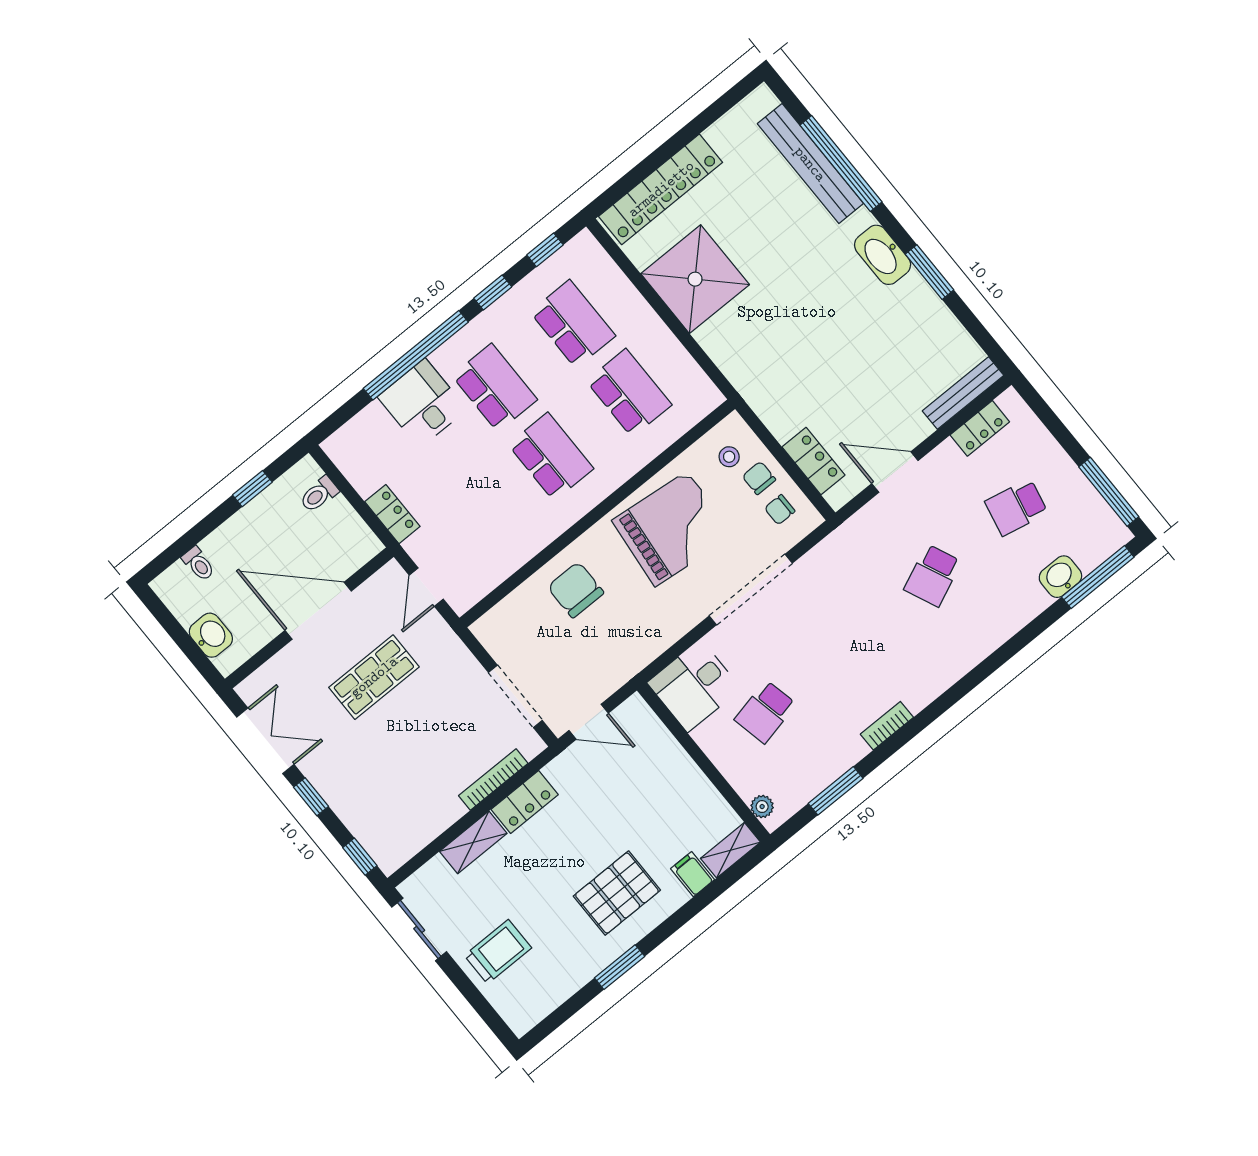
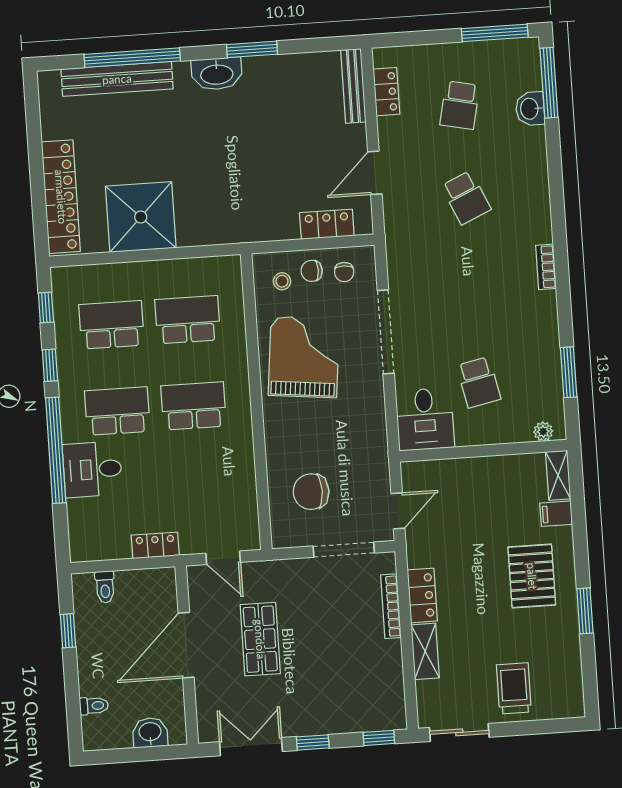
chair: (576, 590) -> (311, 492), moved
bookcase: (887, 726) -> (546, 267), moved

